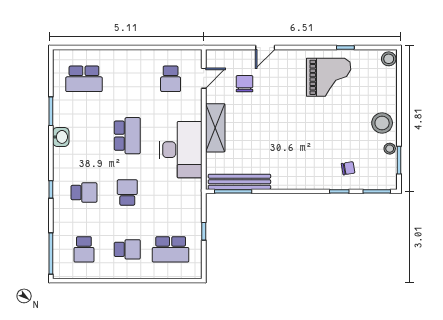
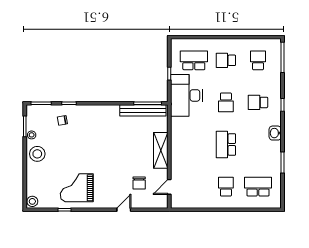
school desk: (171, 79) -> (226, 187), moved
washbasin: (61, 137) -> (275, 133), moved
desk: (181, 150) -> (186, 95), moved

